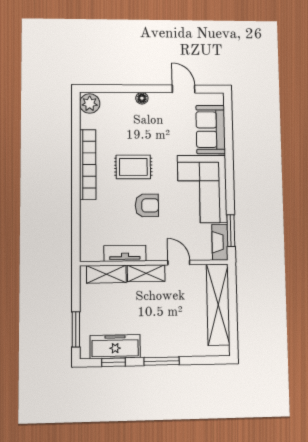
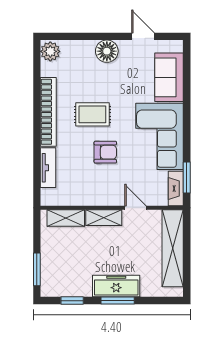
floor lamp: (142, 98) -> (107, 51), width x1.89, depth x1.89
tv unit: (125, 253) -> (48, 168), moved, turned 90
freezer: (115, 347) -> (116, 286), moved

